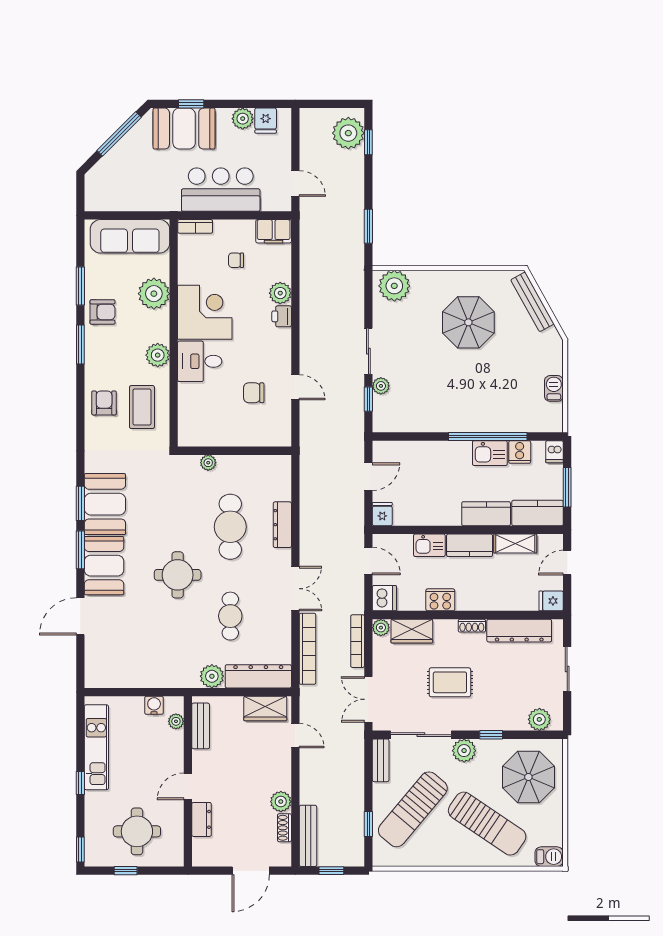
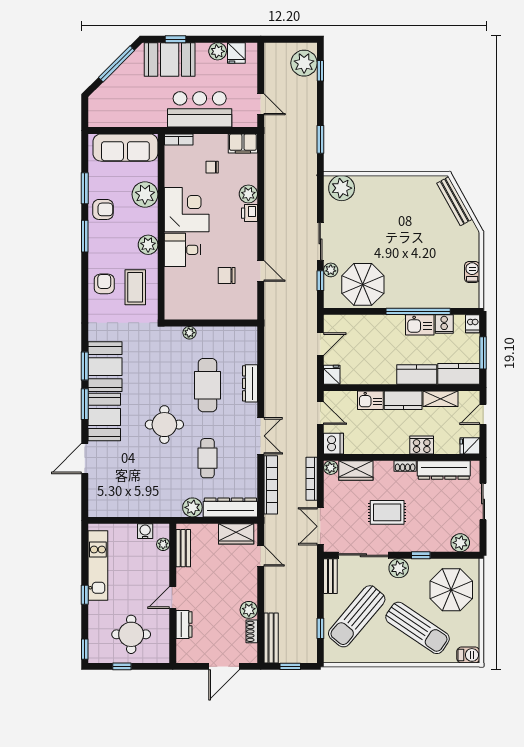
parasol: (468, 322) -> (363, 284), moved
cooker: (440, 600) -> (422, 445), moved

